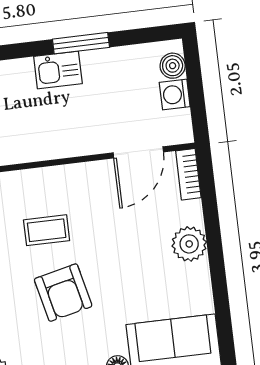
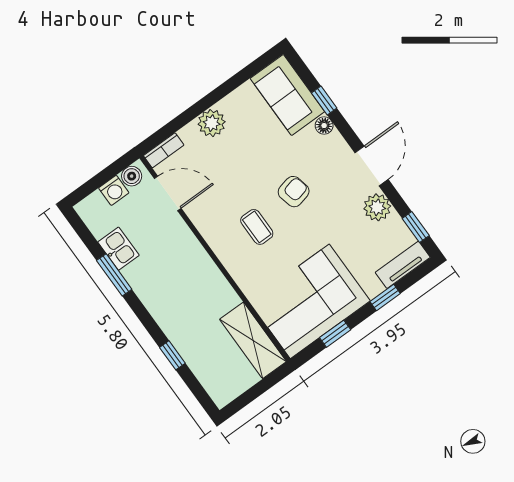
boiler: (173, 66) -> (132, 176), moved
kitchen sink: (58, 70) -> (118, 249), moved
armchair: (63, 293) -> (294, 192), width x0.72, depth x0.72

